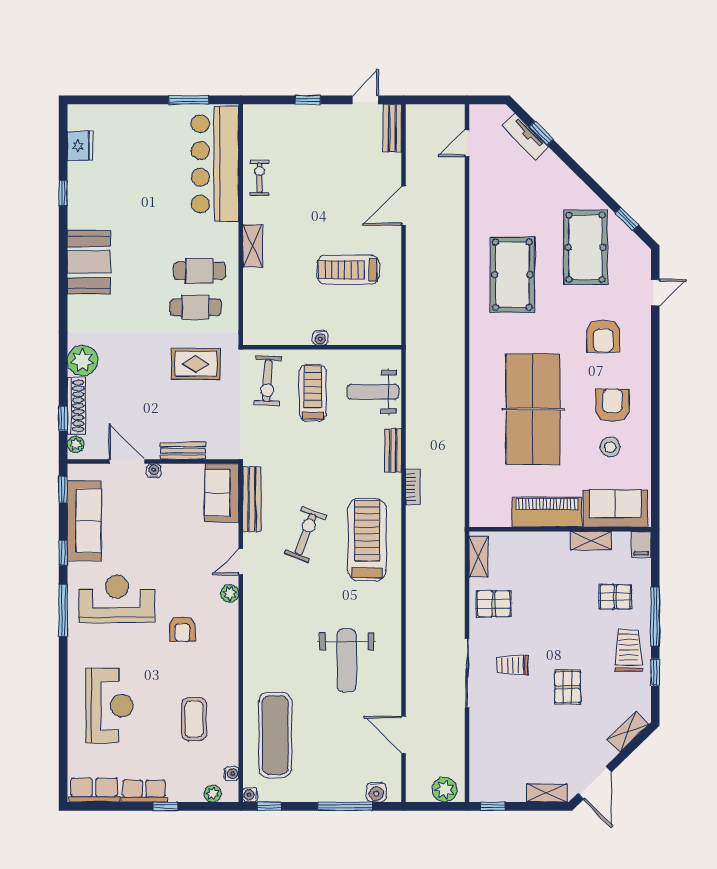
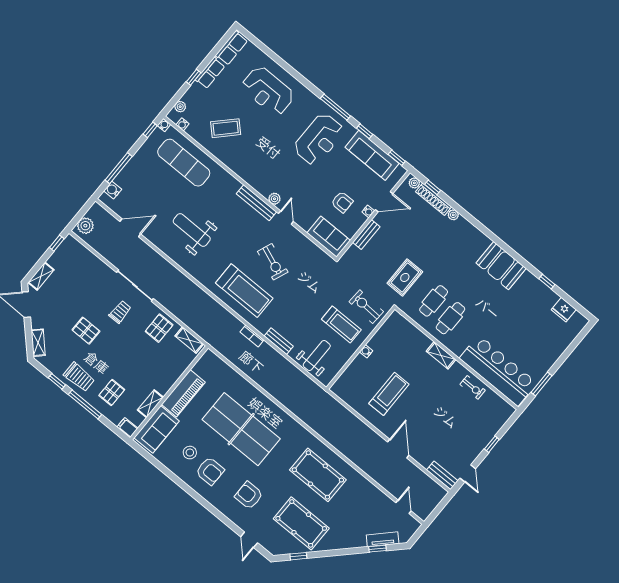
plant: (82, 360) -> (453, 215), width x0.53, depth x0.53
bench: (252, 499) -> (256, 203), moved
armchair: (182, 629) -> (342, 202), moved, turned 180
coffee table: (194, 719) -> (226, 128), turned -46

